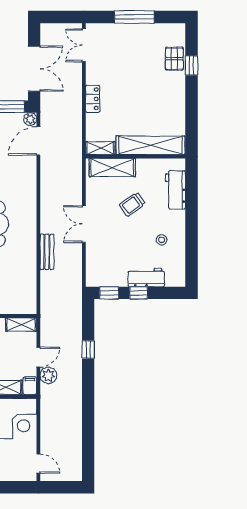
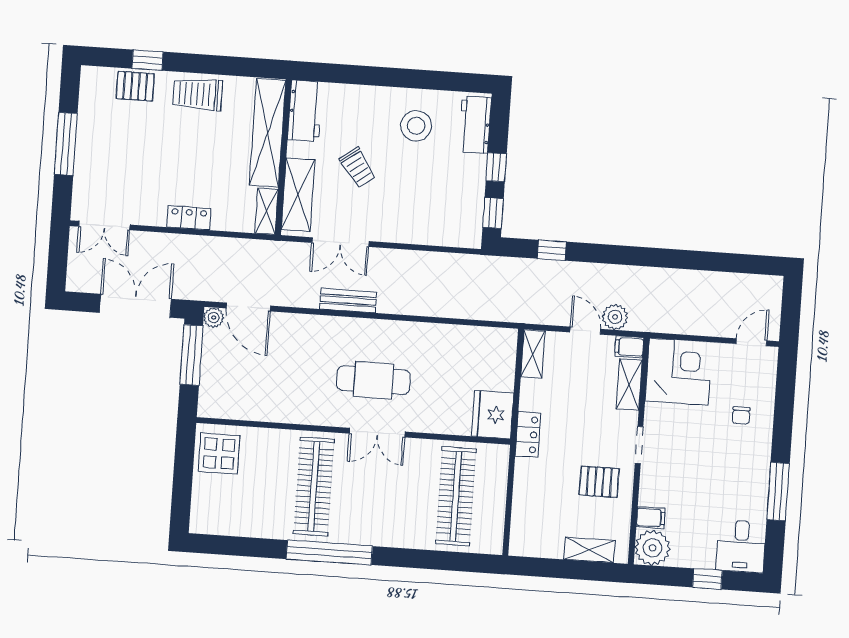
trolley: (172, 99) -> (198, 94), added
workbench: (175, 190) -> (305, 111), moved, turned -90
double door: (84, 224) -> (340, 242), moved
stool: (162, 240) -> (416, 126), width x1.89, depth x1.89
bench: (47, 252) -> (348, 300), moved
workbench: (146, 277) -> (475, 125), moved
window: (88, 350) -> (552, 250), moved

